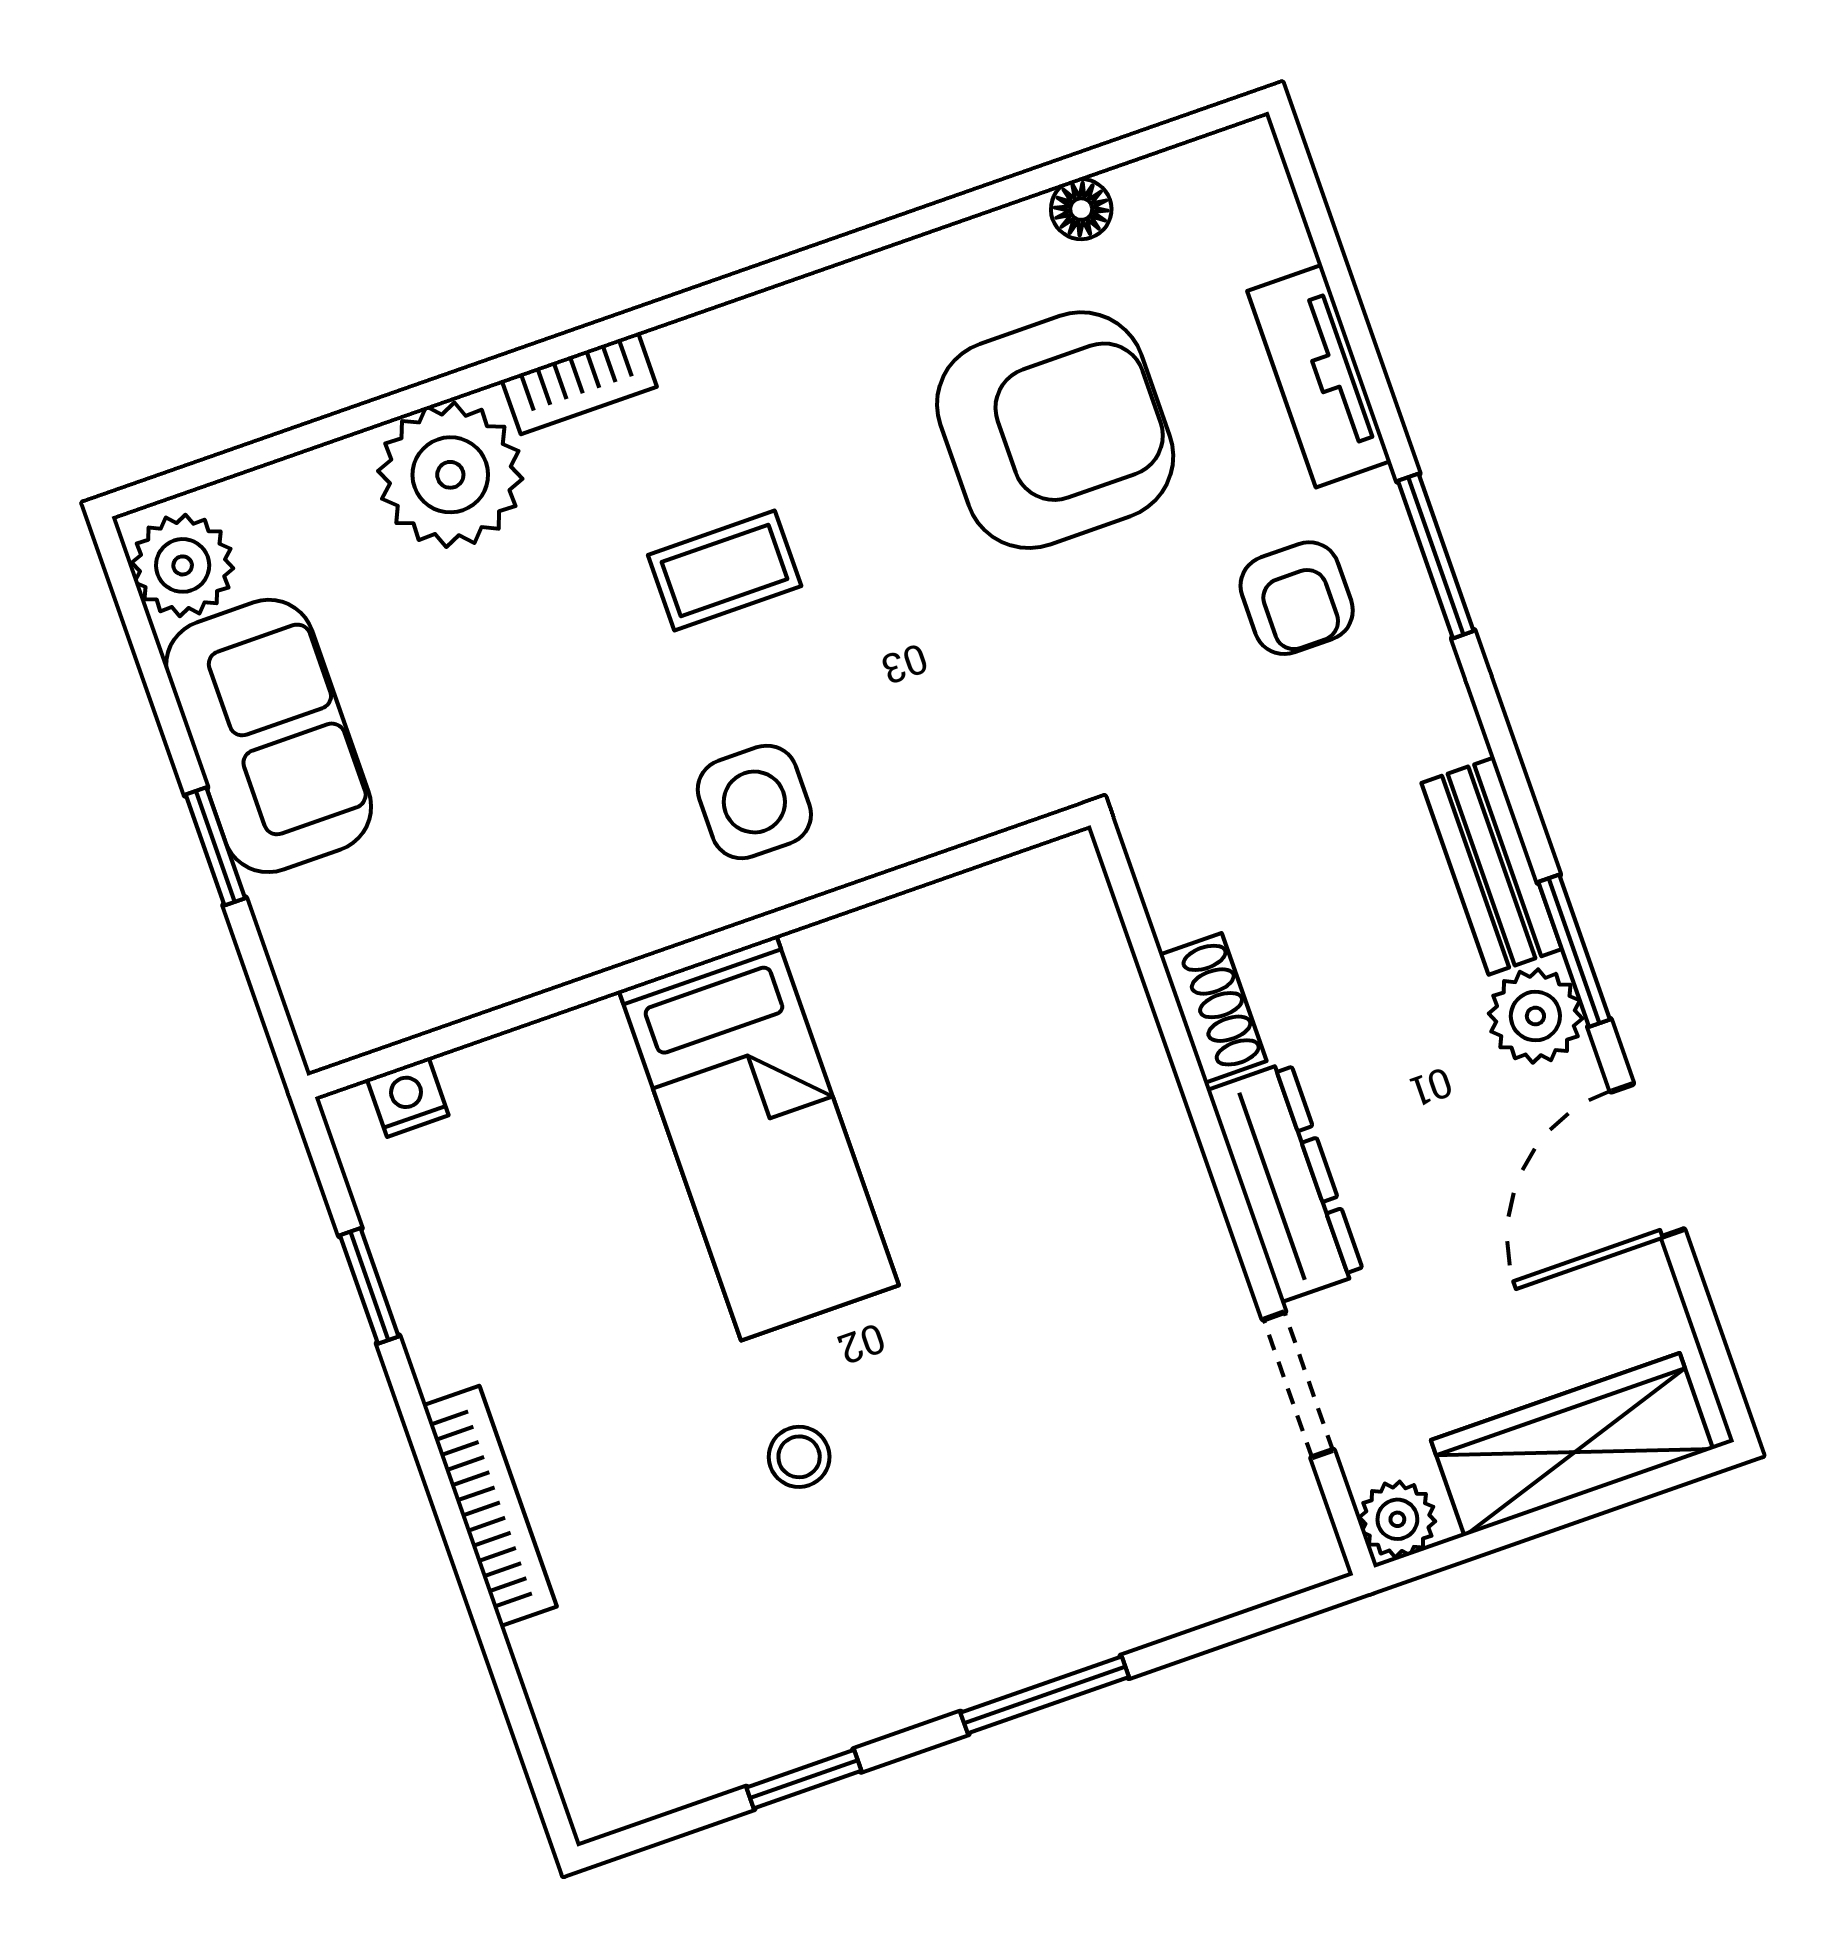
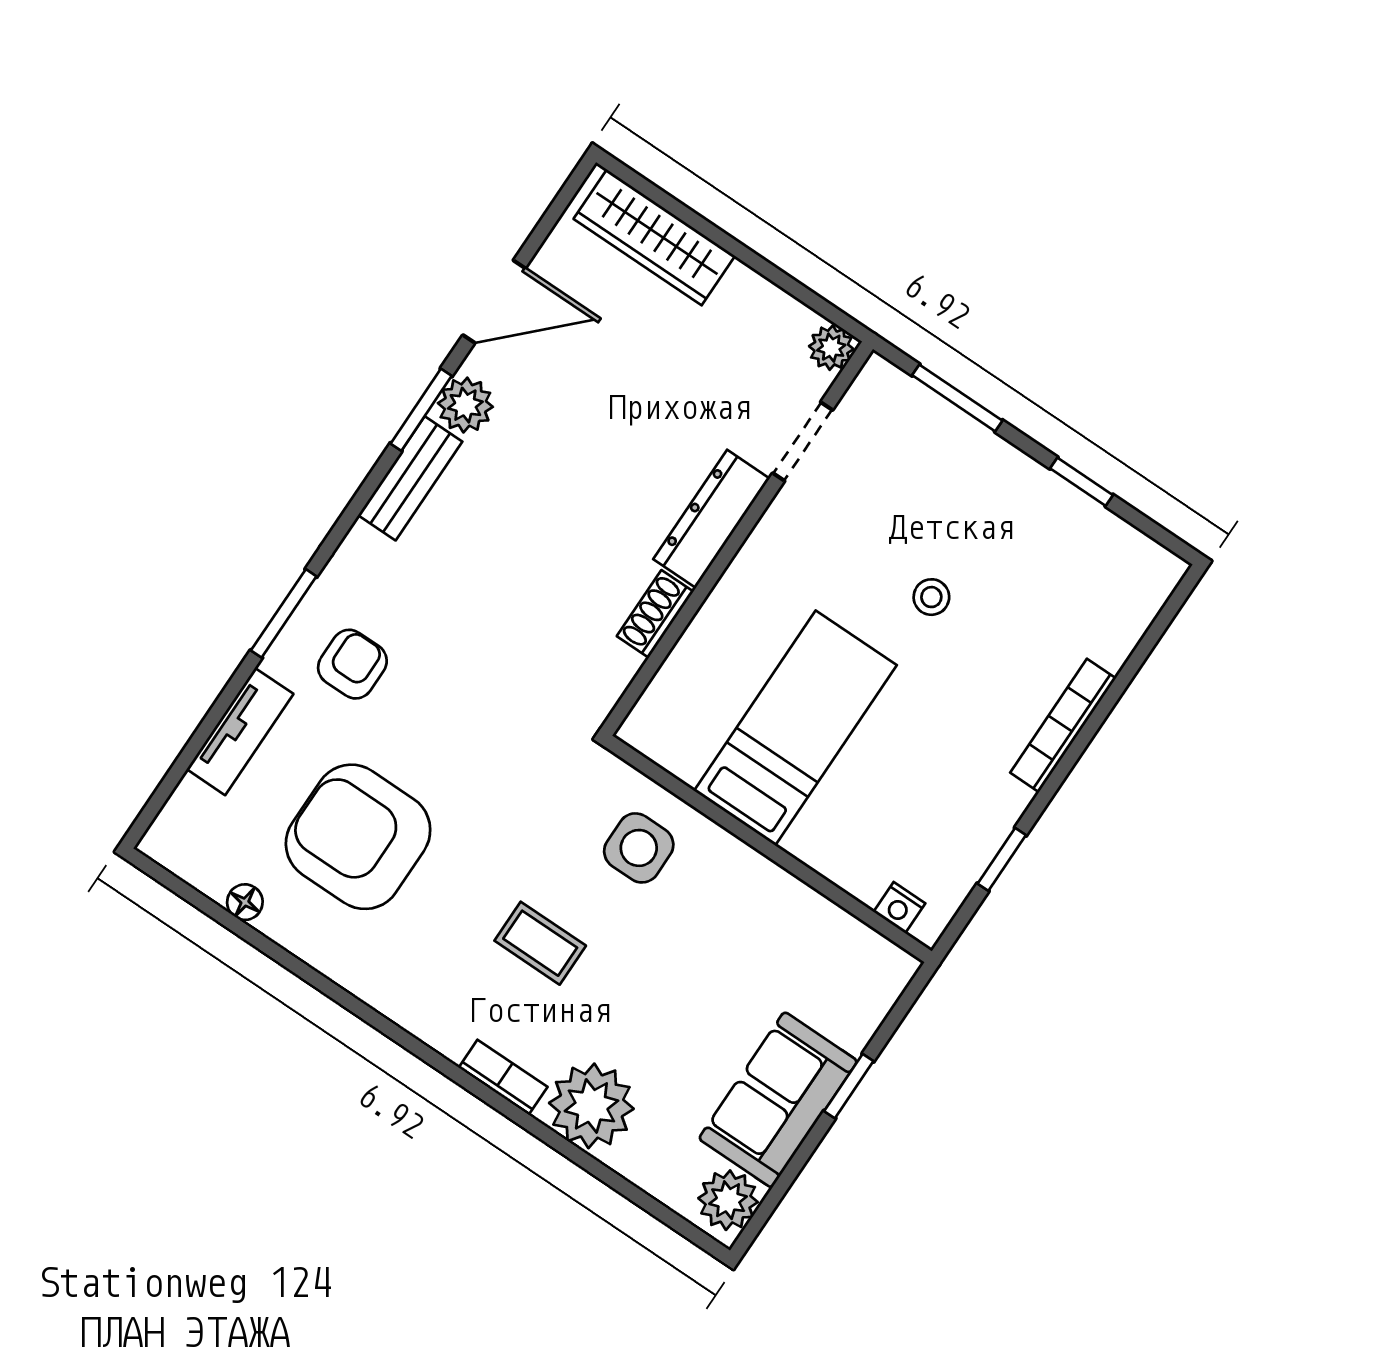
shoe rack: (1213, 1008) -> (655, 614), moved
dresser: (1285, 1182) -> (712, 519), moved
wall: (1232, 1196) -> (737, 539), moved
doorway: (1298, 1385) -> (803, 442), moved
plant: (1397, 1519) -> (831, 348), moved

